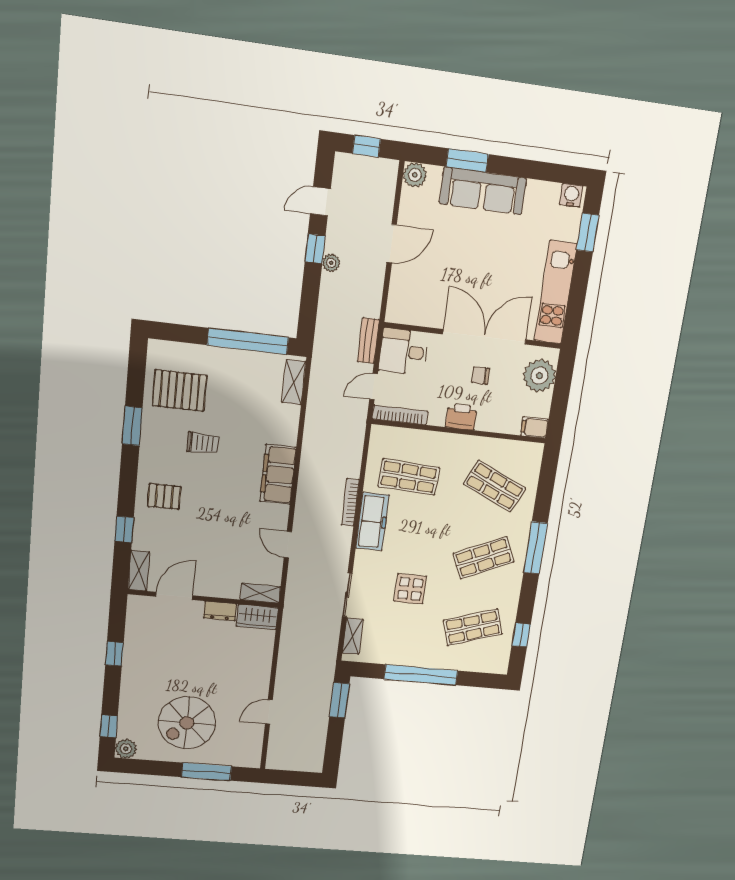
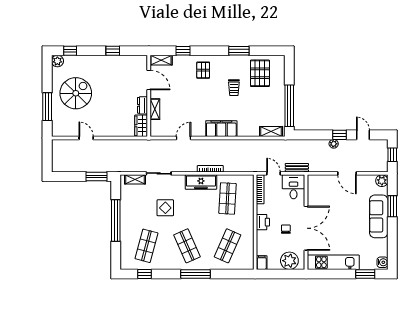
shelving: (260, 593) -> (155, 109), moved
shop shelf: (473, 627) -> (146, 246), turned 33
spiral stairs: (187, 723) -> (76, 93), turned 90

